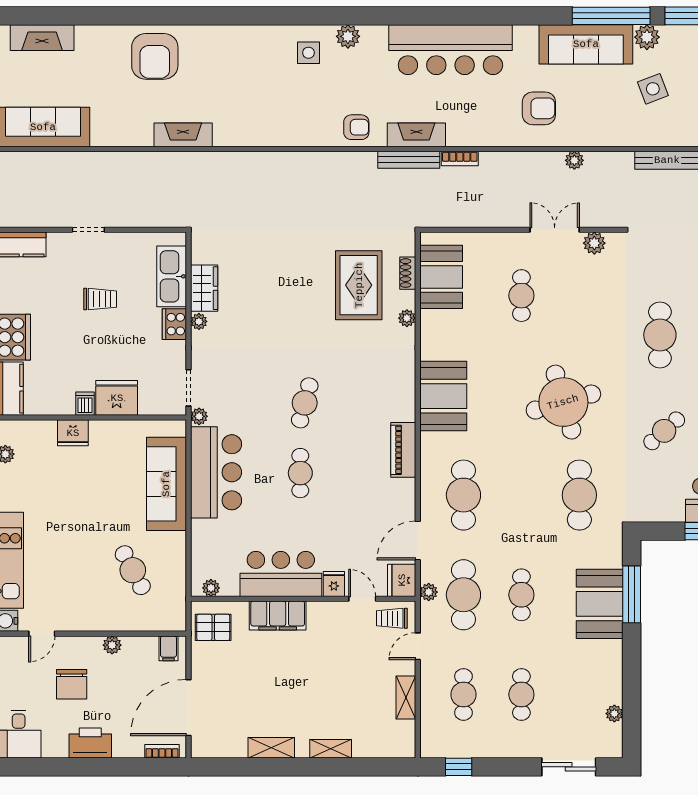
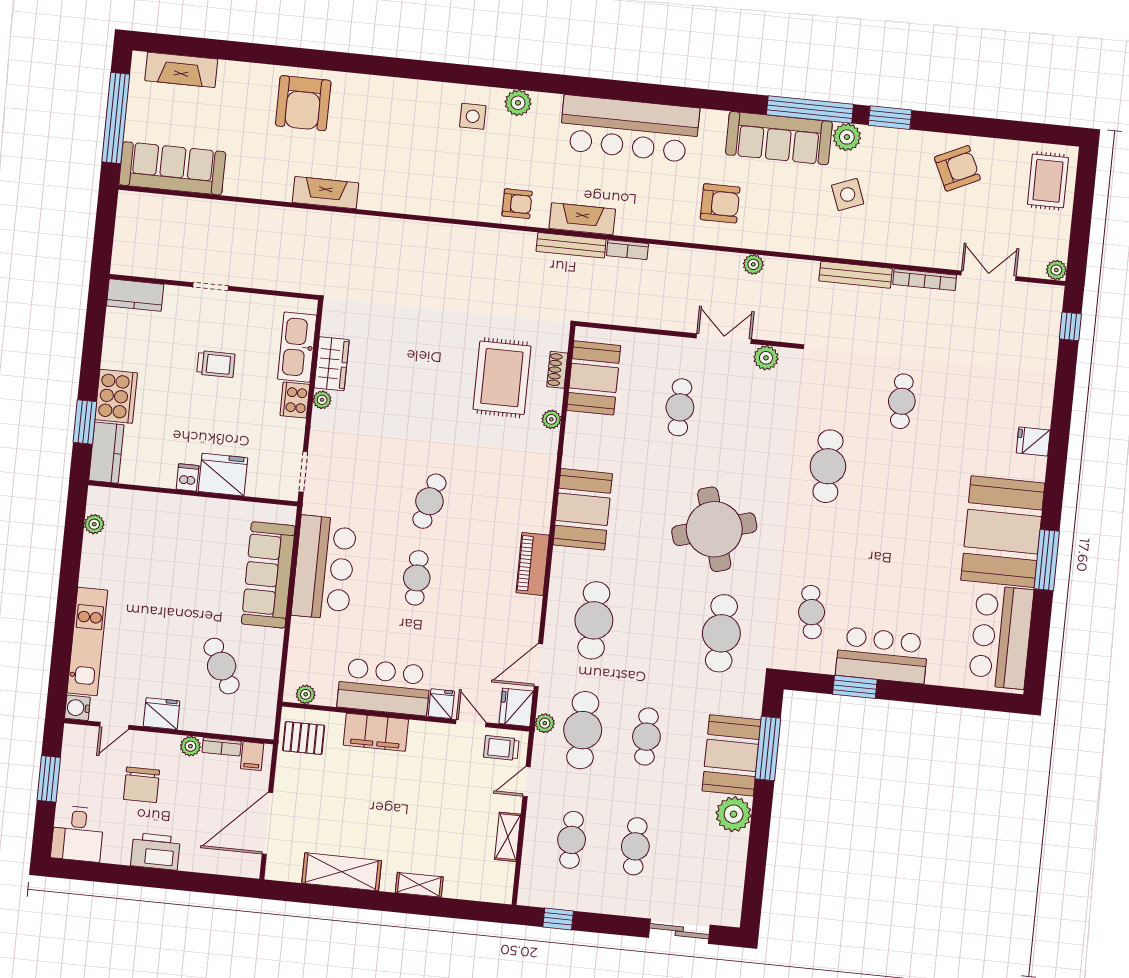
plant: (199, 416) -> (312, 504), removed
cafe table: (664, 431) -> (812, 612), moved, turned -56
fridge: (73, 433) -> (162, 714), moved, turned 180
plant: (614, 714) -> (734, 814), moved, width x1.88, depth x1.88
shelving: (271, 748) -> (342, 872), width x1.50, depth x1.33
bookcase: (162, 751) -> (222, 747), moved, turned 180

